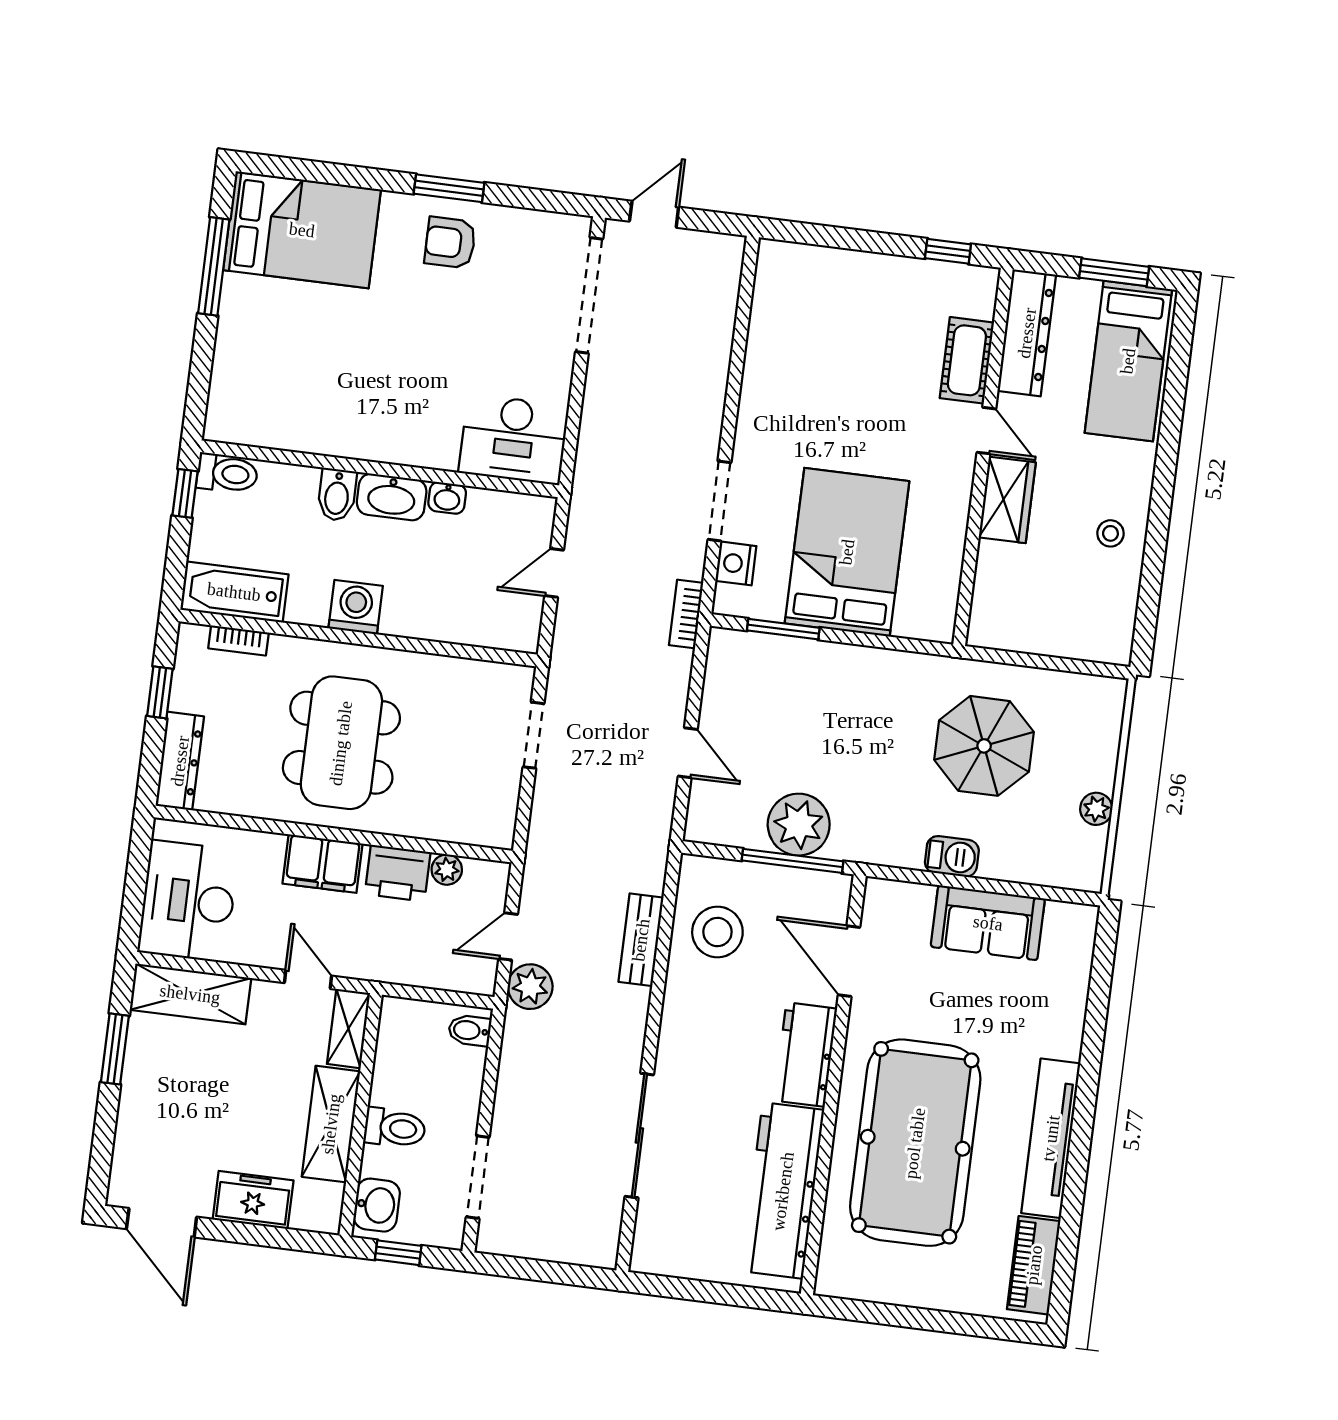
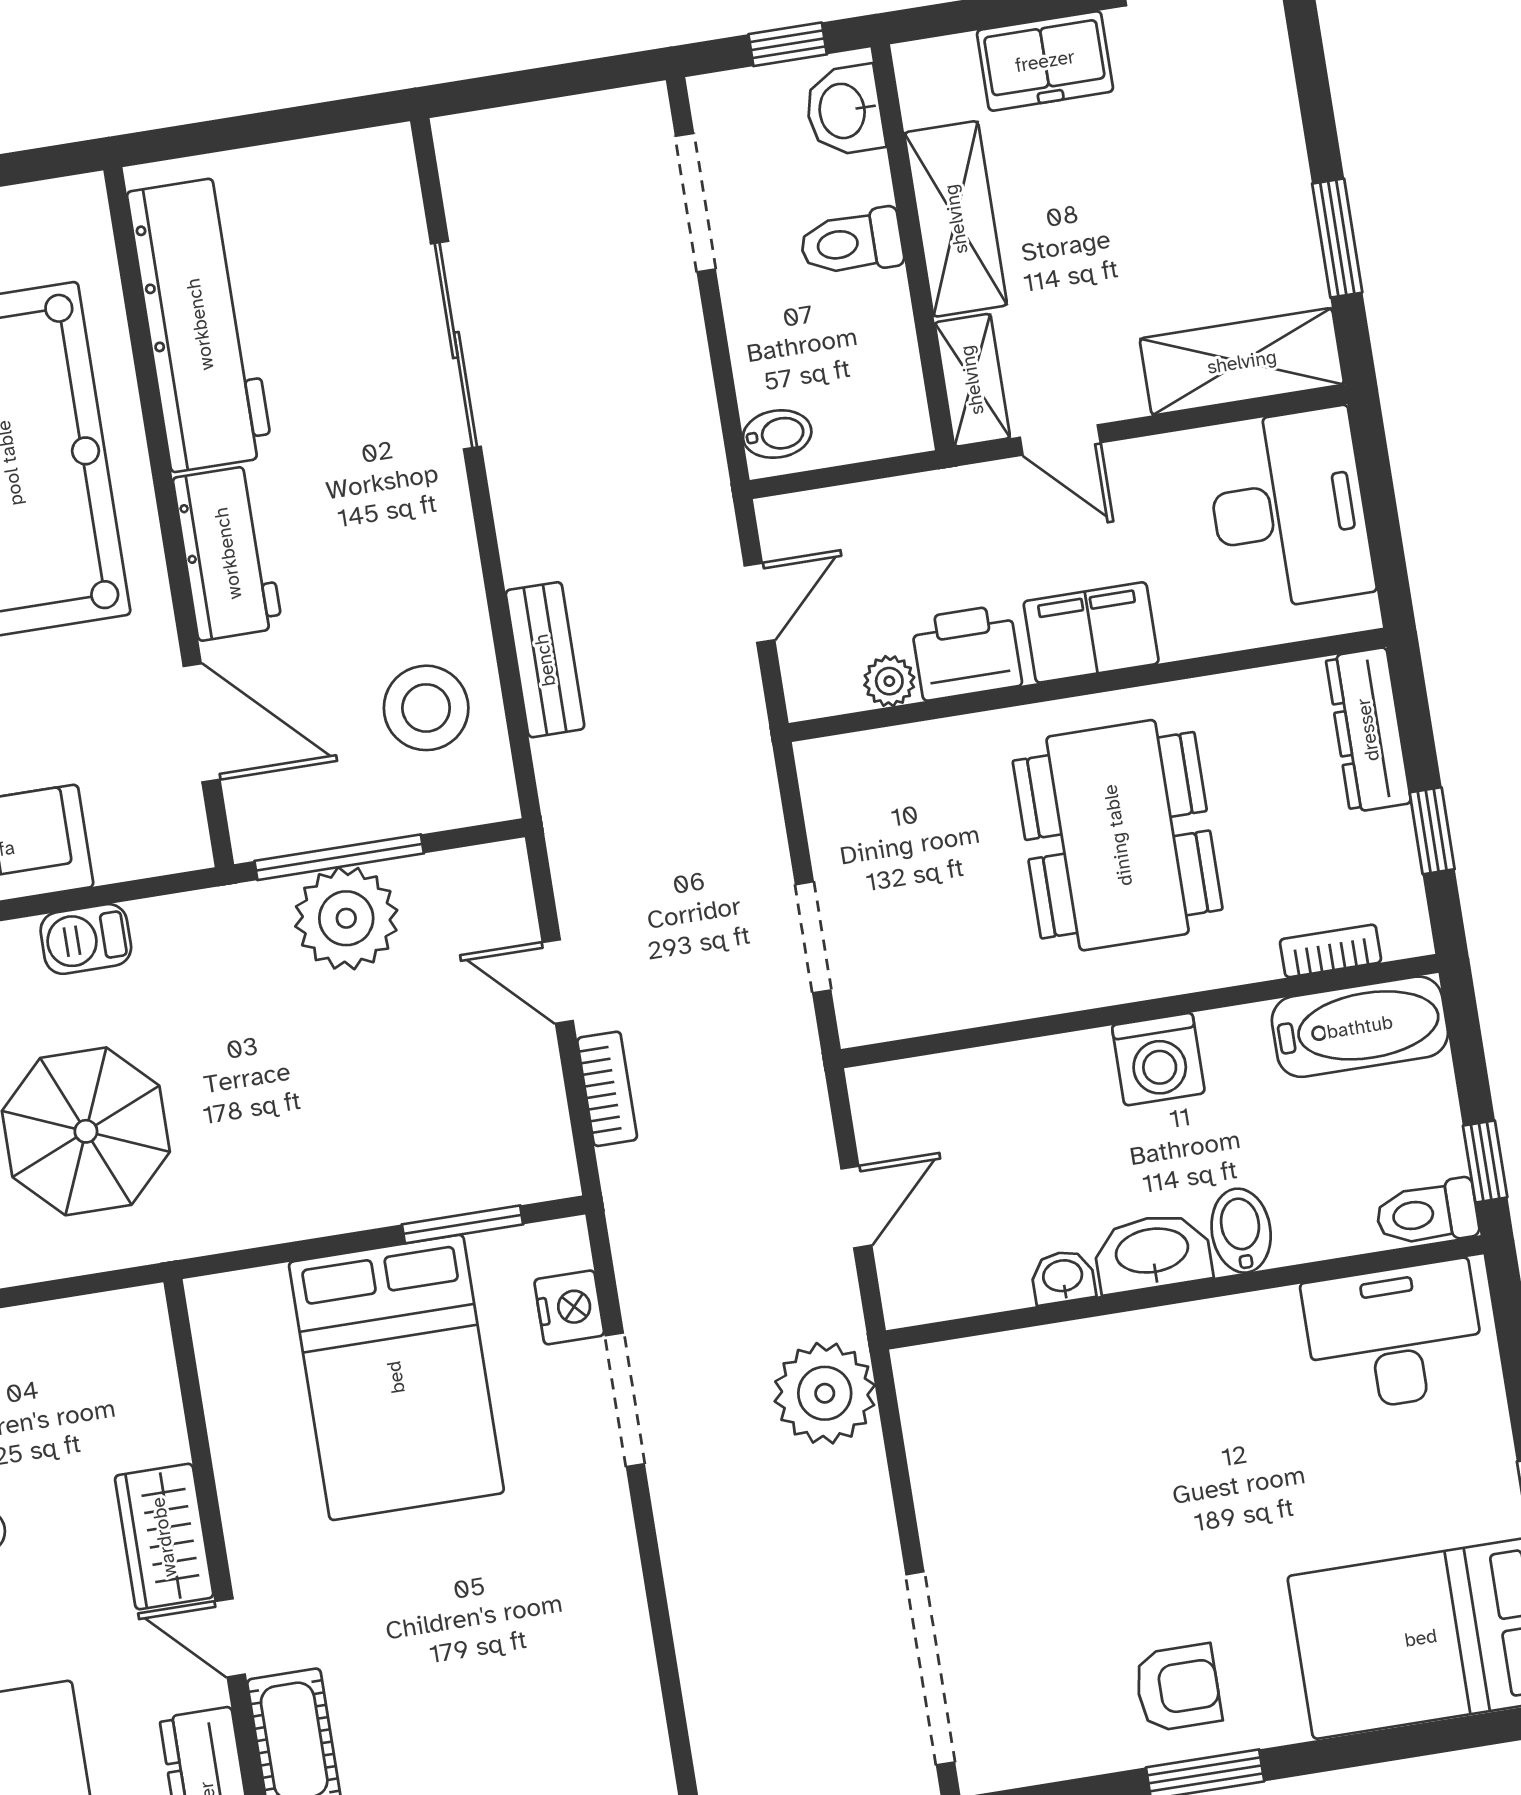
desk: (514, 439) -> (1394, 1336), moved
bookcase: (686, 614) -> (607, 1089), moved
plant: (530, 987) -> (825, 1393), moved, width x1.36, depth x1.36

